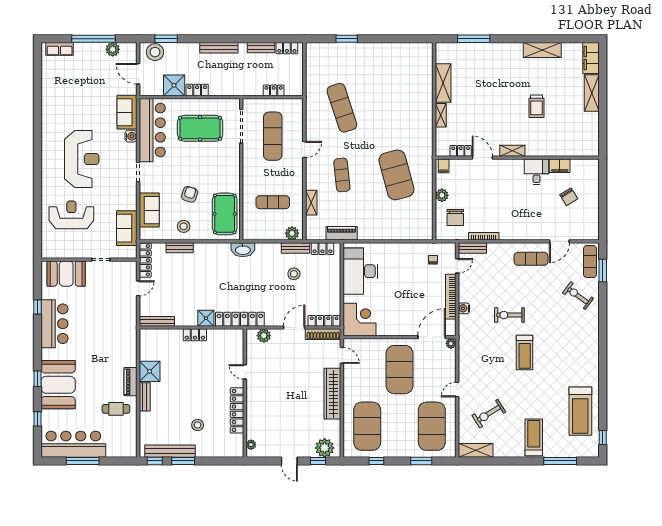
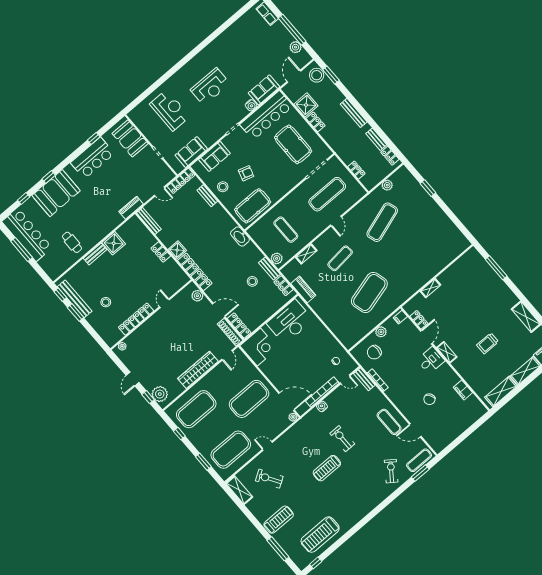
plant: (312, 74) -> (387, 185), added
shelving: (443, 83) -> (501, 391), moved
door: (304, 149) -> (336, 221), hinge flipped
reception desk: (82, 159) -> (210, 87), width x0.74, depth x0.77
desk: (536, 172) -> (431, 360), moved
chair: (569, 197) -> (429, 399), moved
piano: (131, 382) -> (131, 208), moved

